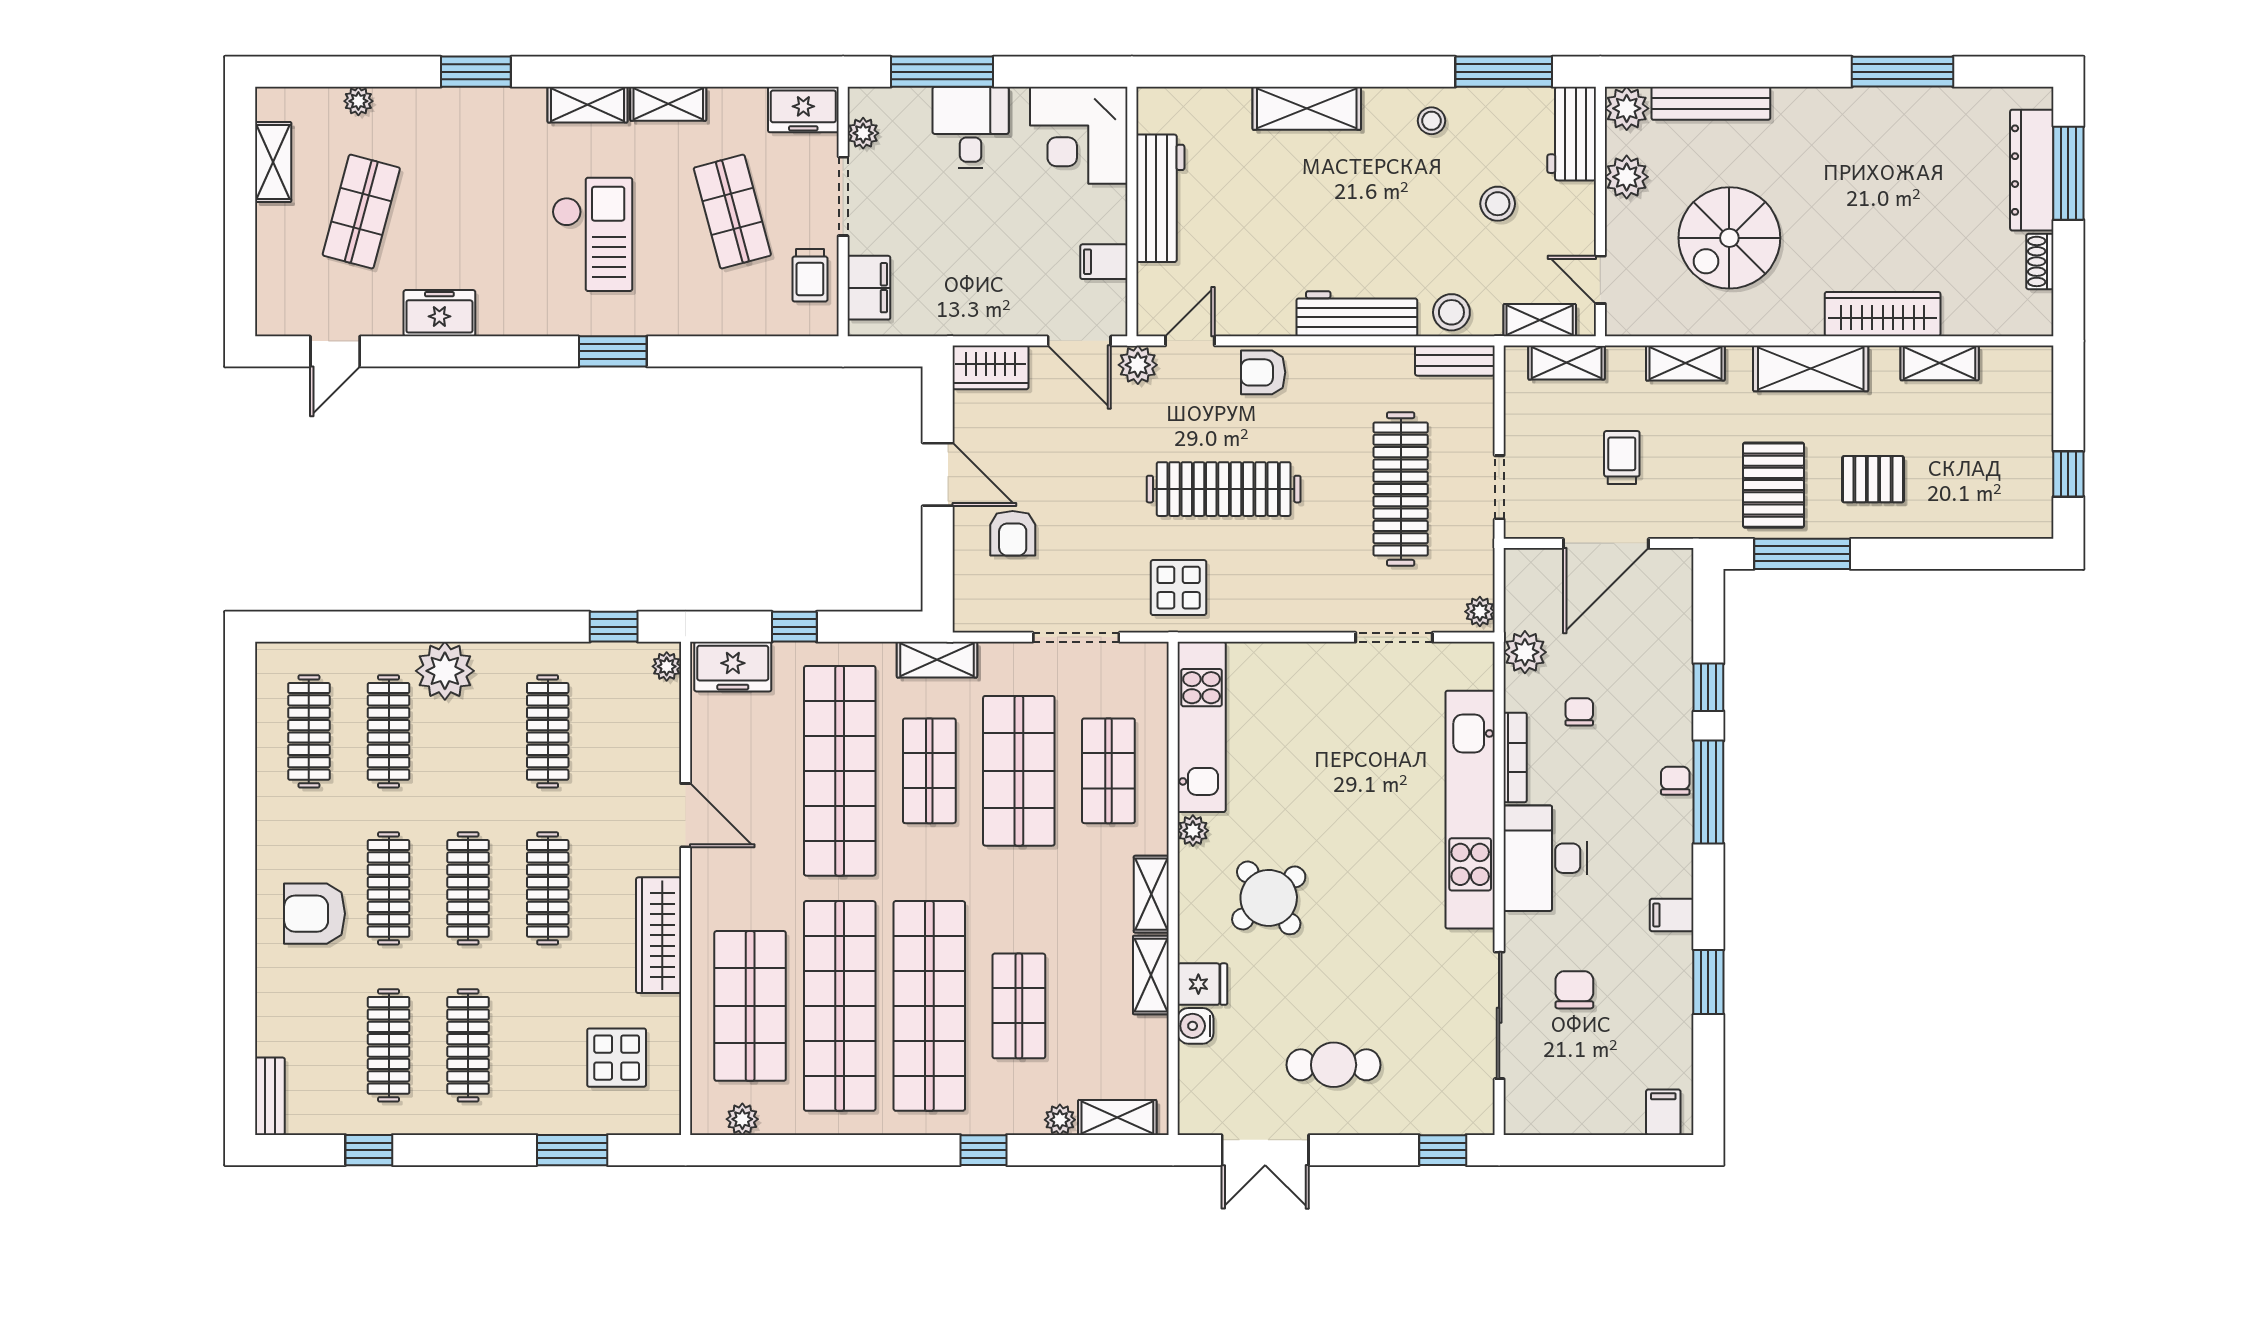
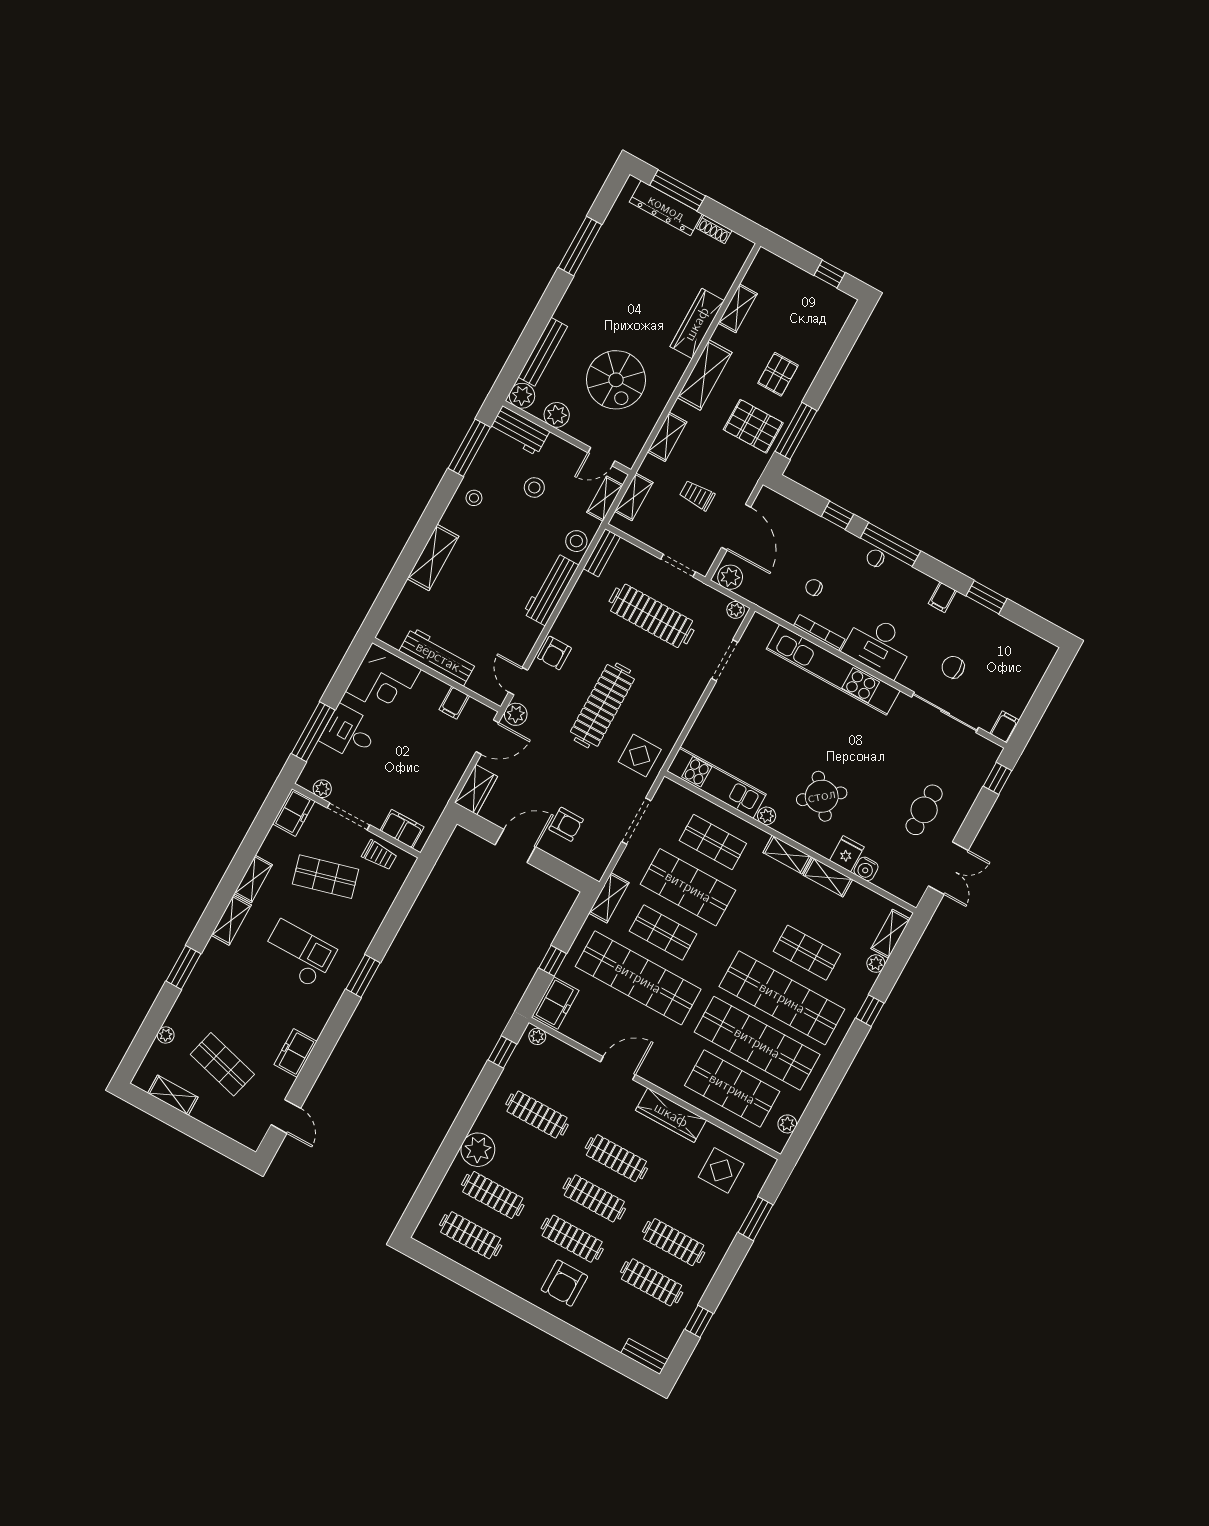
plant: (1525, 652) -> (730, 577), moved
filing cabinet: (1663, 1112) -> (1005, 727), moved, turned 90

